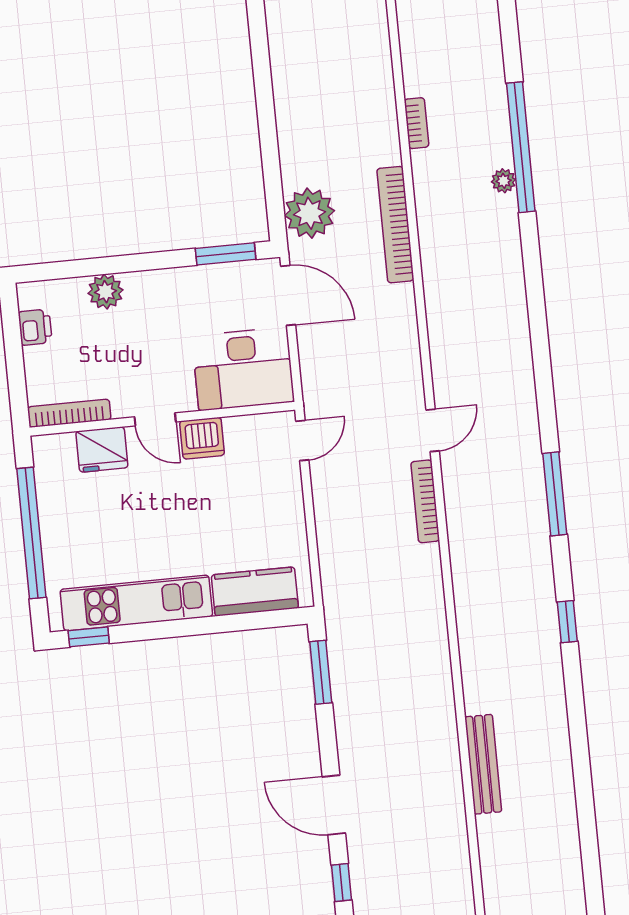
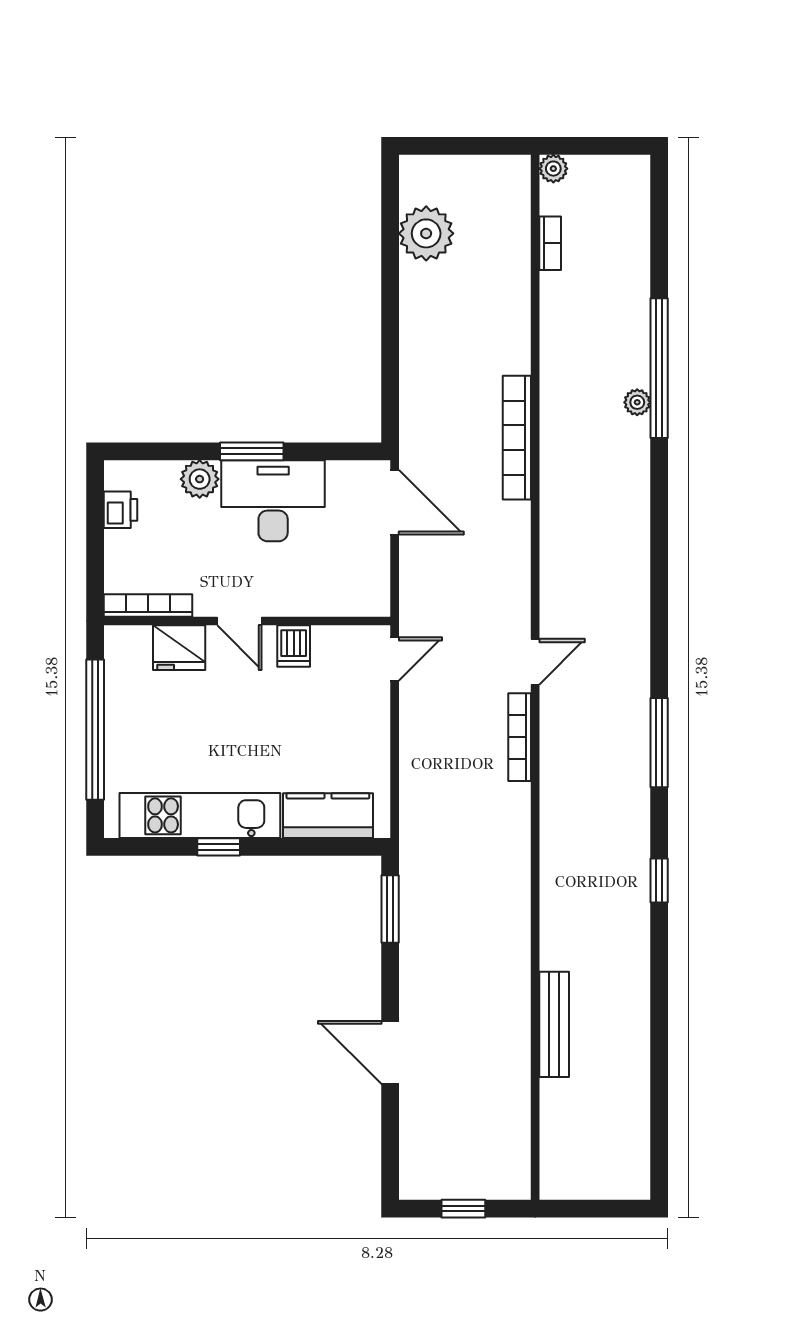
bookcase: (417, 123) -> (550, 243), moved
plant: (309, 213) -> (426, 233), moved
window: (226, 254) -> (252, 451), moved
desk: (243, 369) -> (273, 501), moved, turned 180
dishwasher: (202, 438) -> (294, 646), width x0.73
window: (89, 637) -> (219, 847), moved
window: (341, 882) -> (390, 1136), removed

